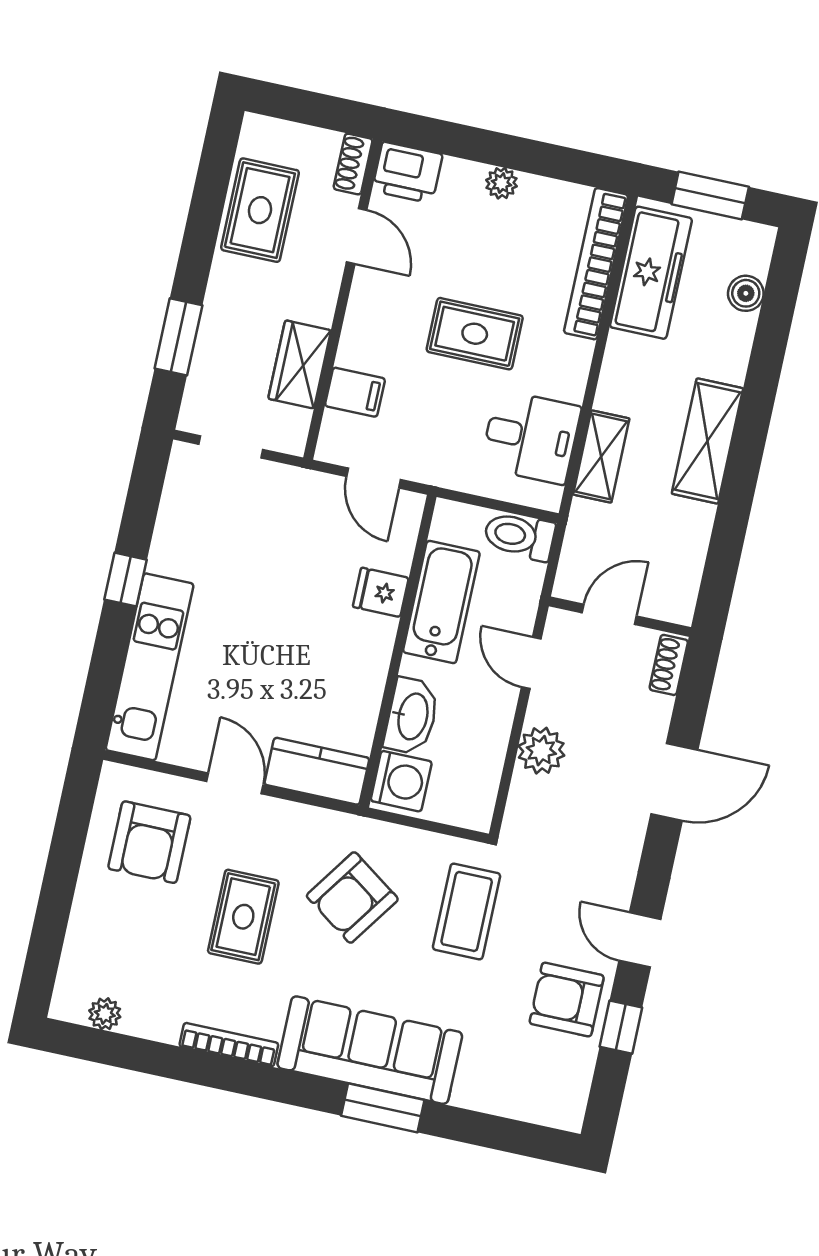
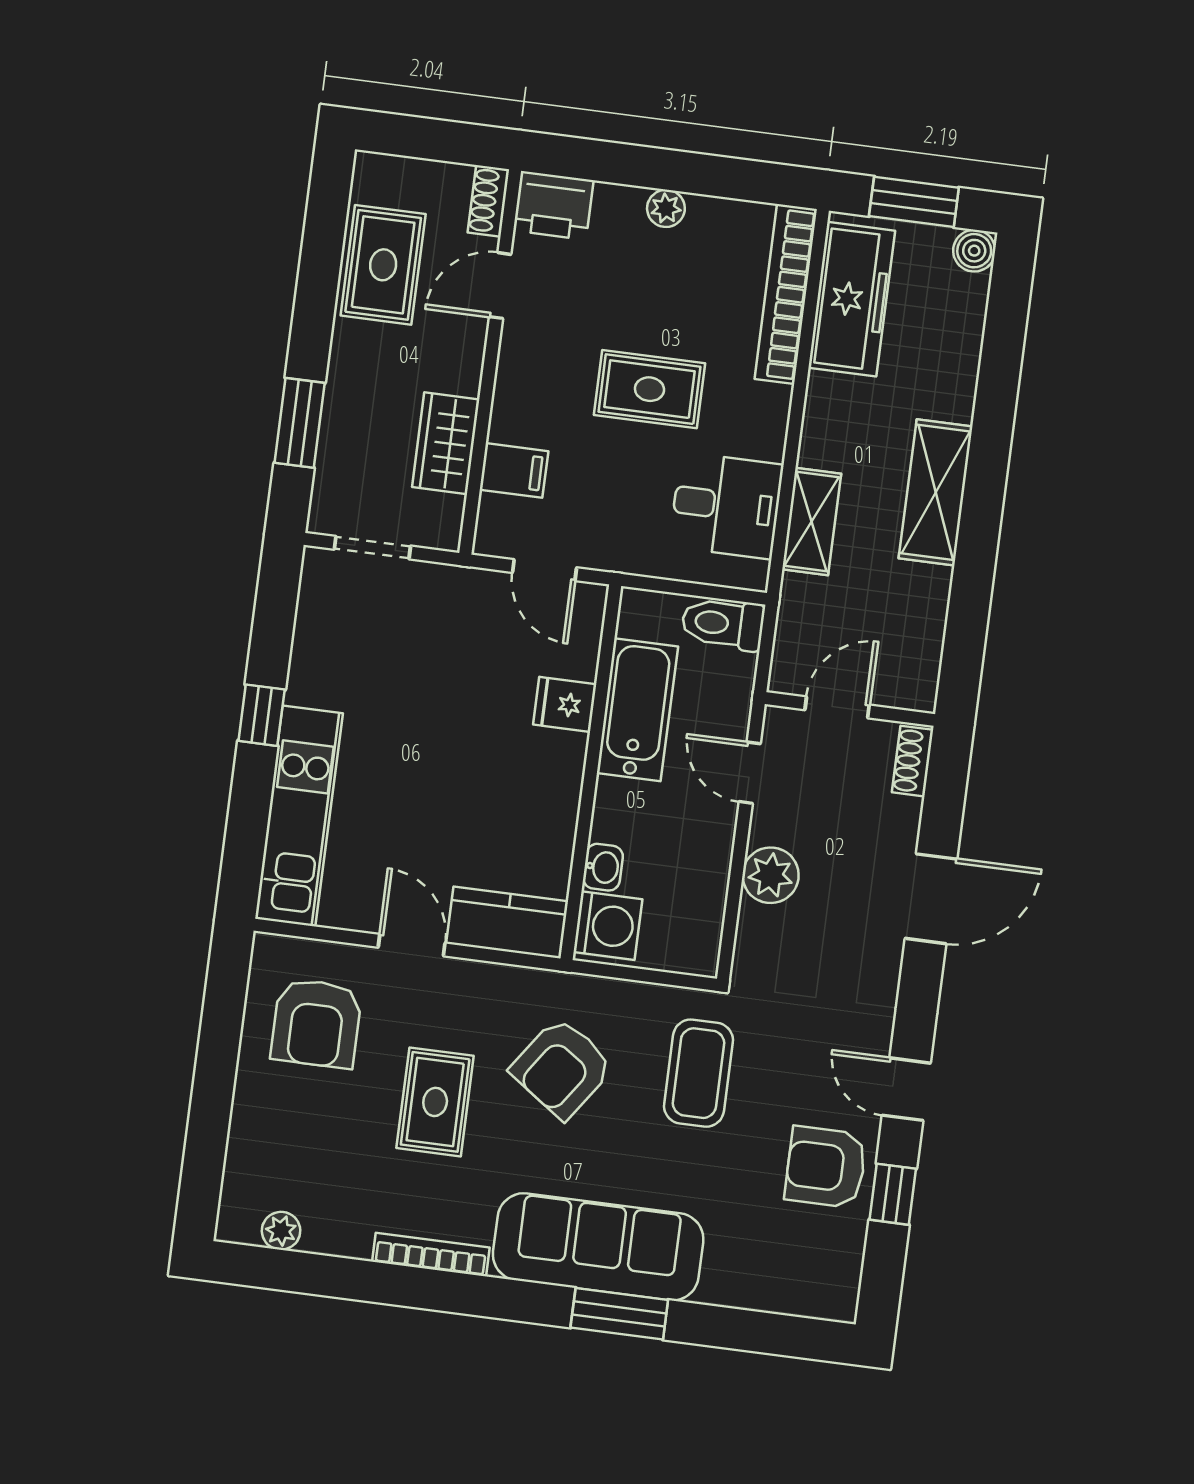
door: (357, 236) -> (500, 286), swing flipped
boiler: (746, 293) -> (974, 251), moved
washbasin: (412, 716) -> (603, 867), width x0.52, depth x0.69

